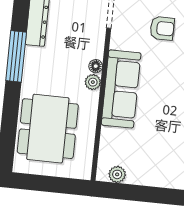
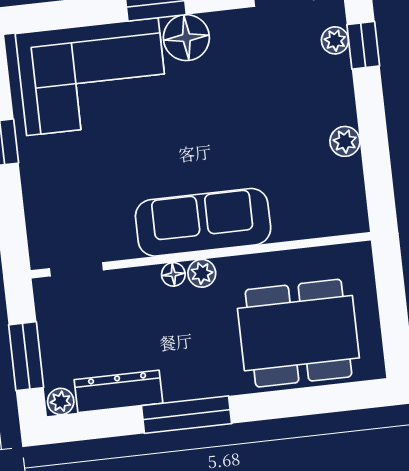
armchair: (162, 28) -> (84, 174), removed
plant: (117, 174) -> (345, 141), moved

